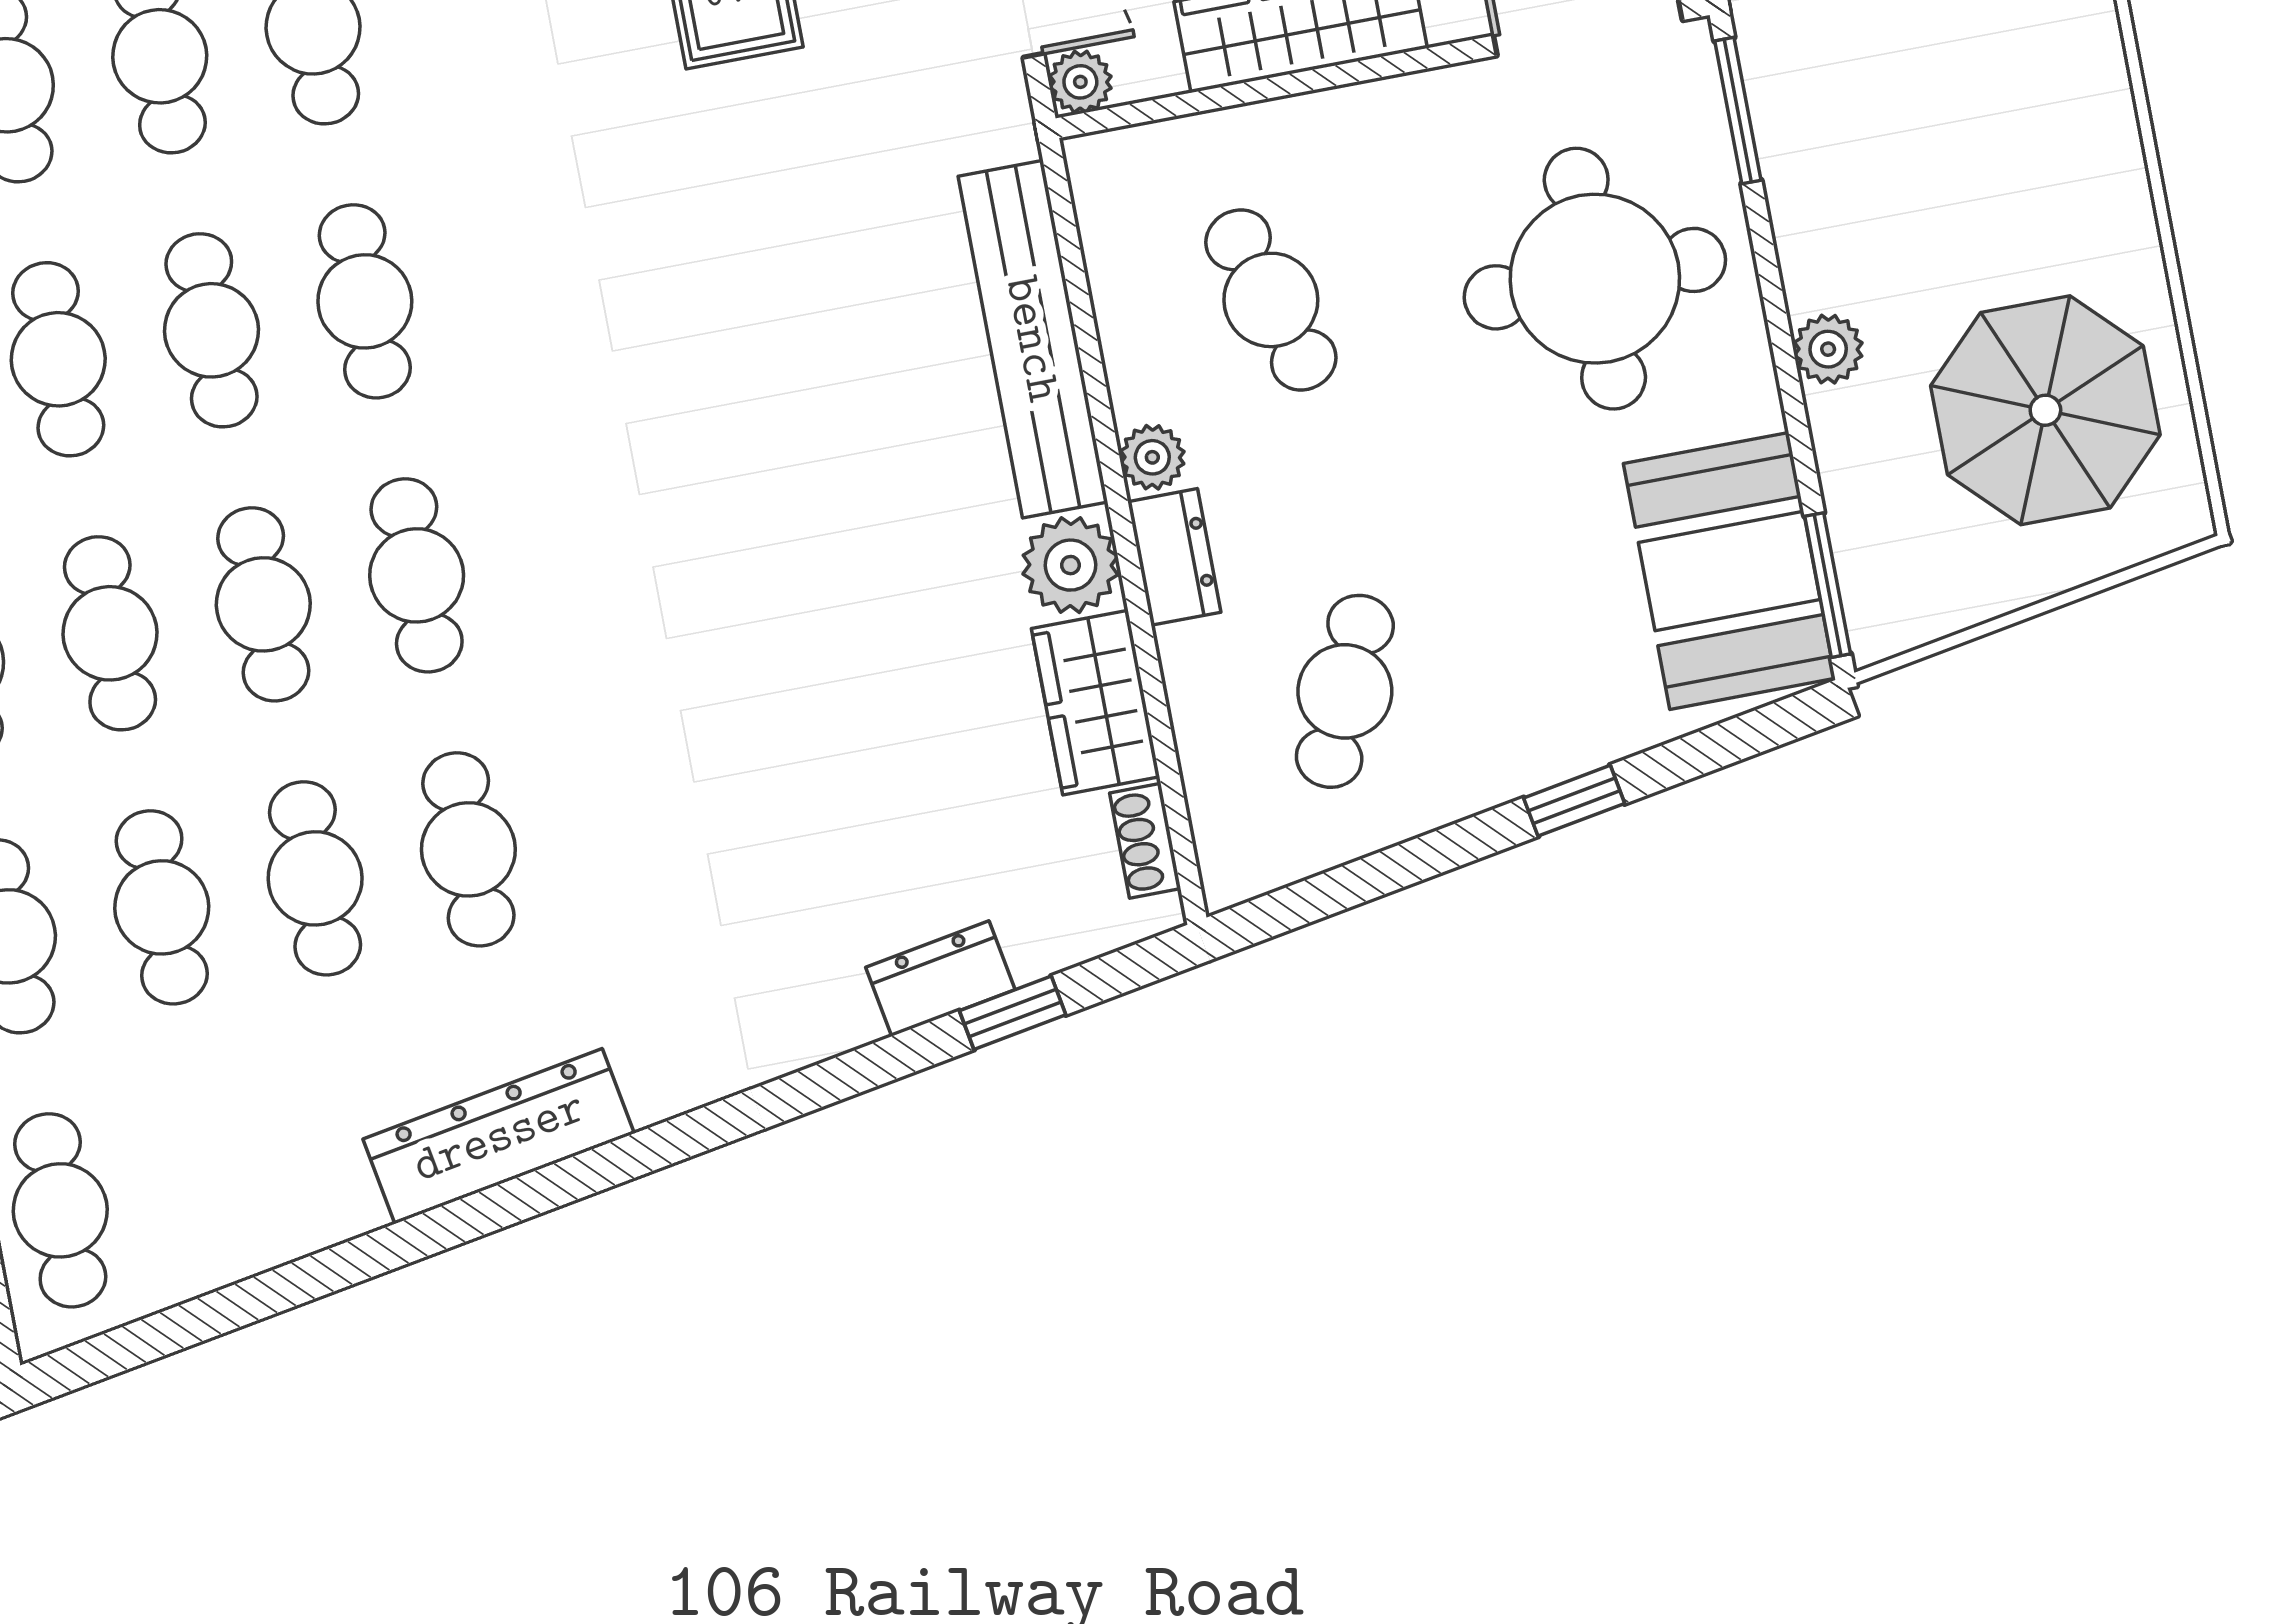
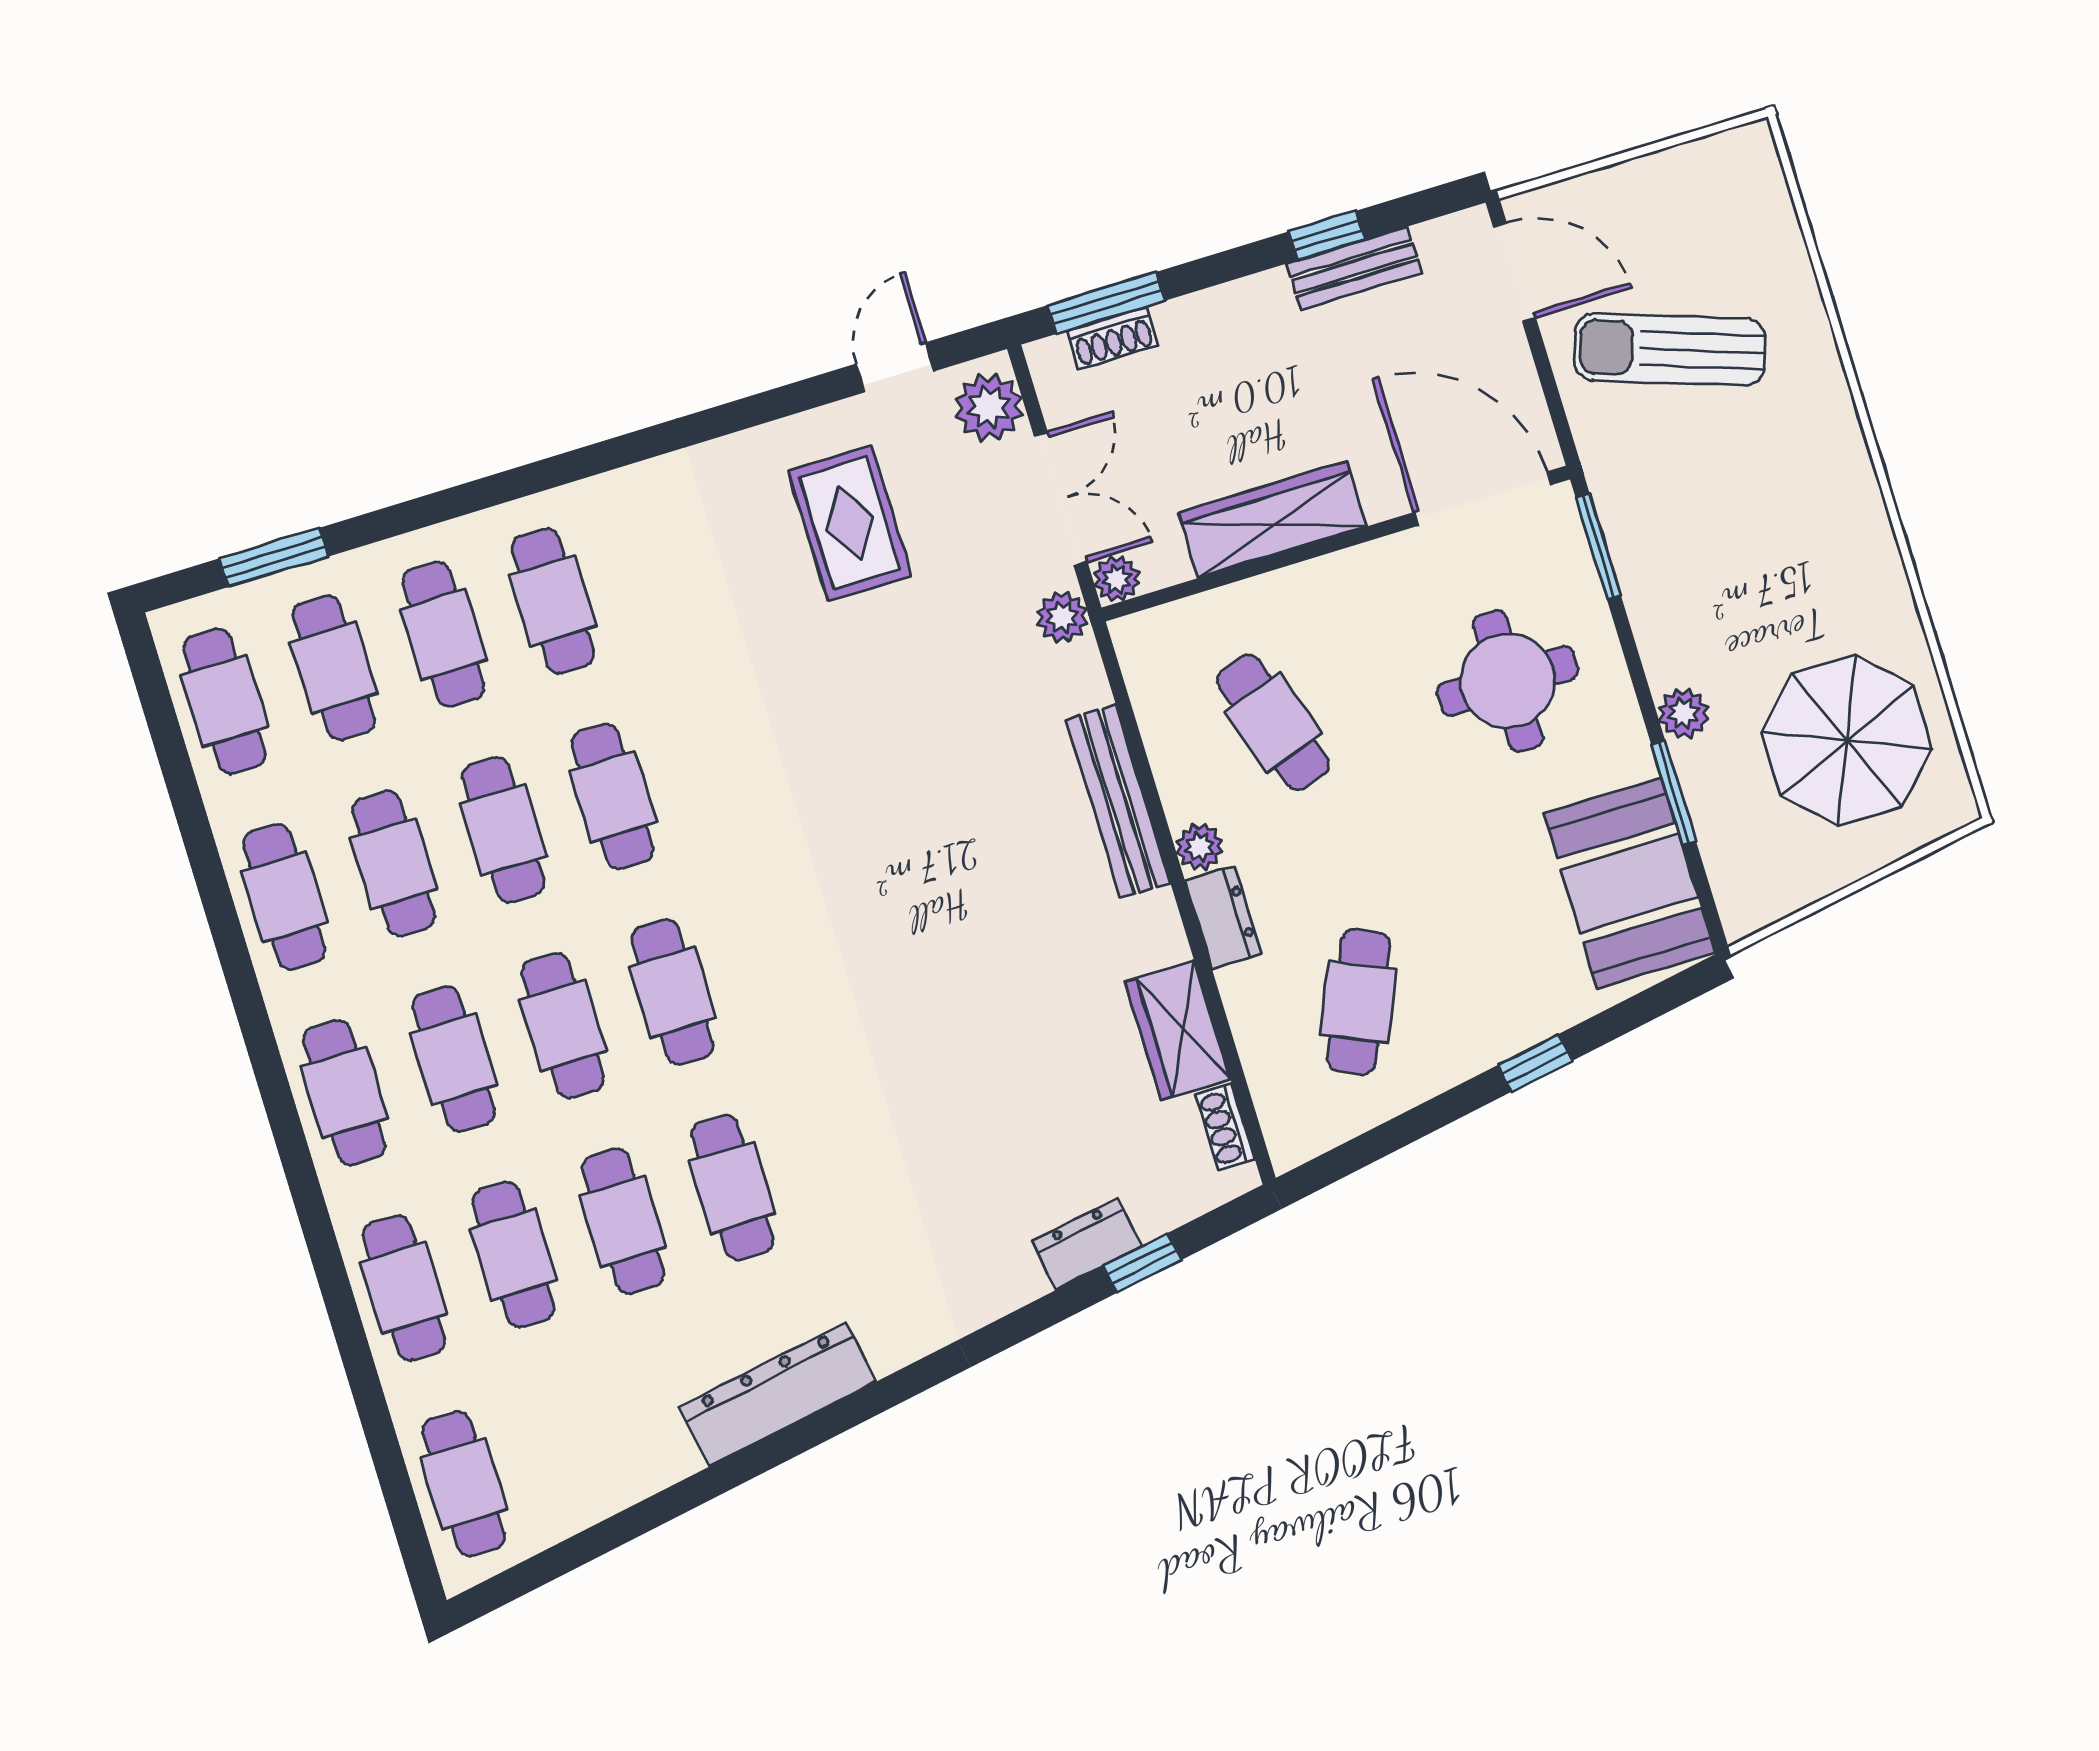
round table: (1595, 279) -> (1508, 681), width x0.73, depth x0.73
bench: (1033, 339) -> (1118, 801), width x0.73, depth x0.82
plant: (1070, 565) -> (1062, 617), moved, width x0.73, depth x0.73
window: (1828, 585) -> (1674, 793), moved

